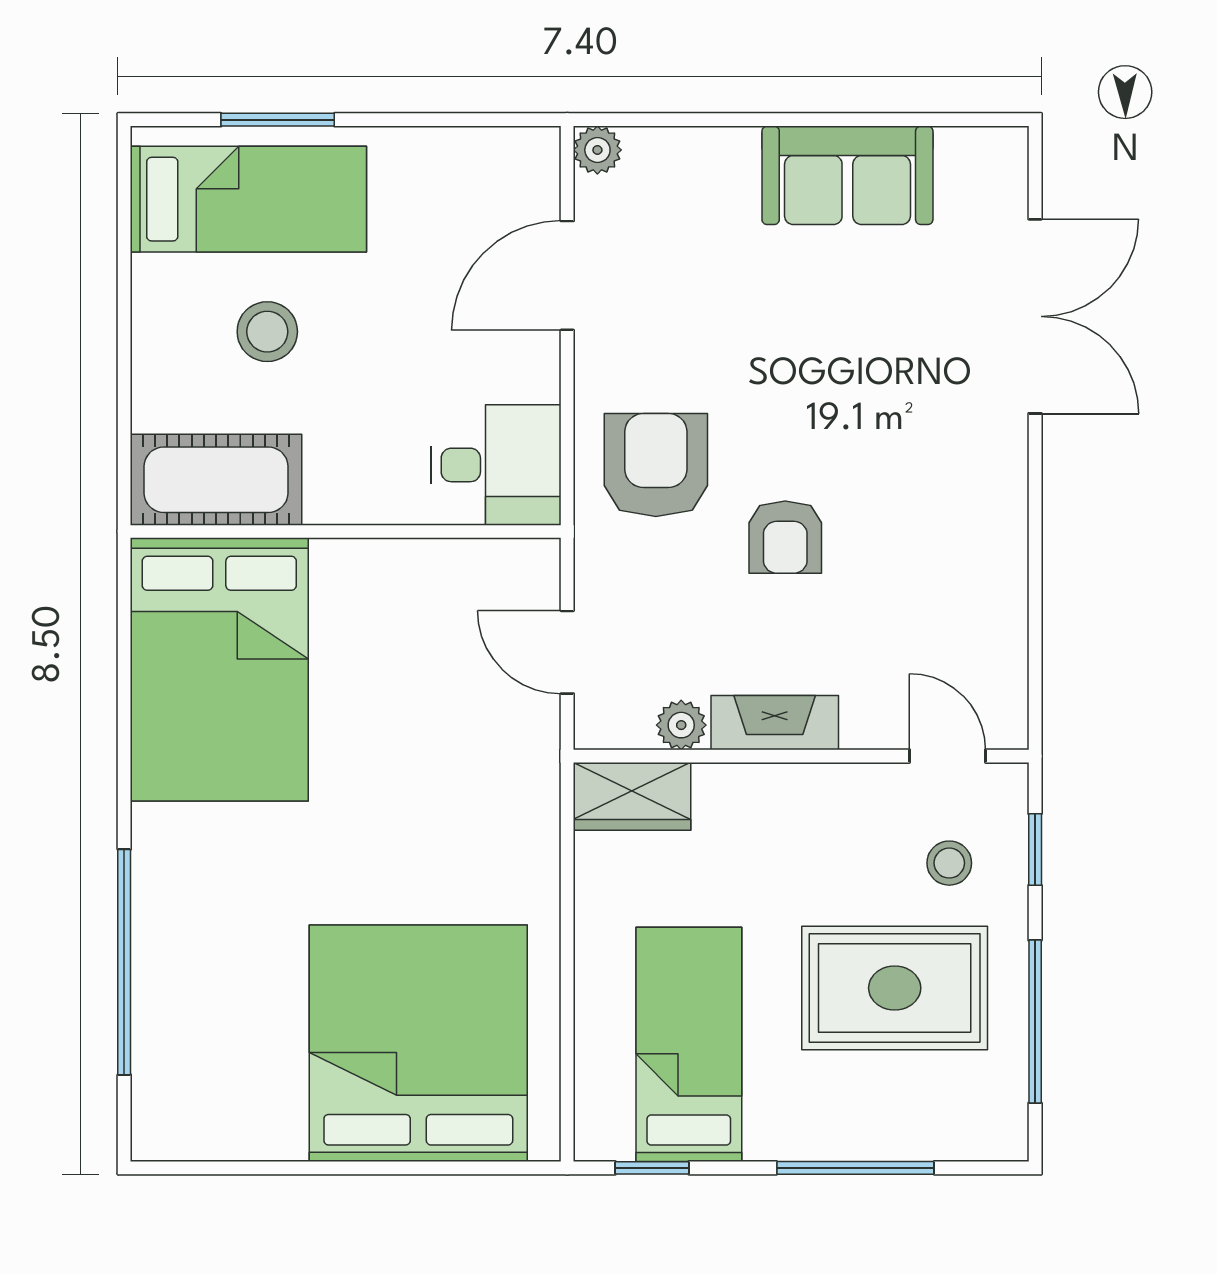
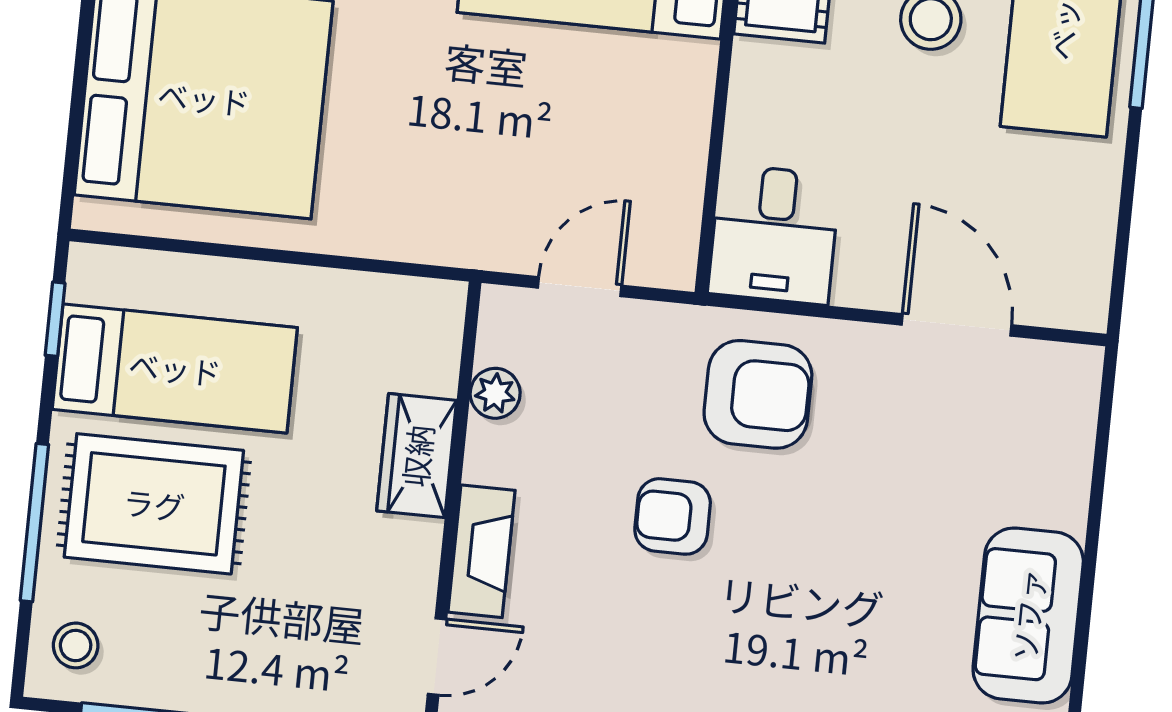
plant: (597, 150) -> (1079, 368), removed
fireplace: (775, 723) -> (481, 551), moved
wardrobe: (632, 796) -> (417, 456), moved
stool: (949, 863) -> (76, 645), moved
rug: (895, 988) -> (154, 504), moved, turned 90

